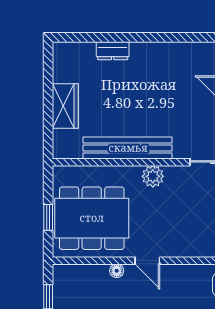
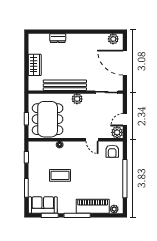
dining table: (92, 218) -> (48, 119), turned 90
door: (147, 261) -> (92, 140), moved

